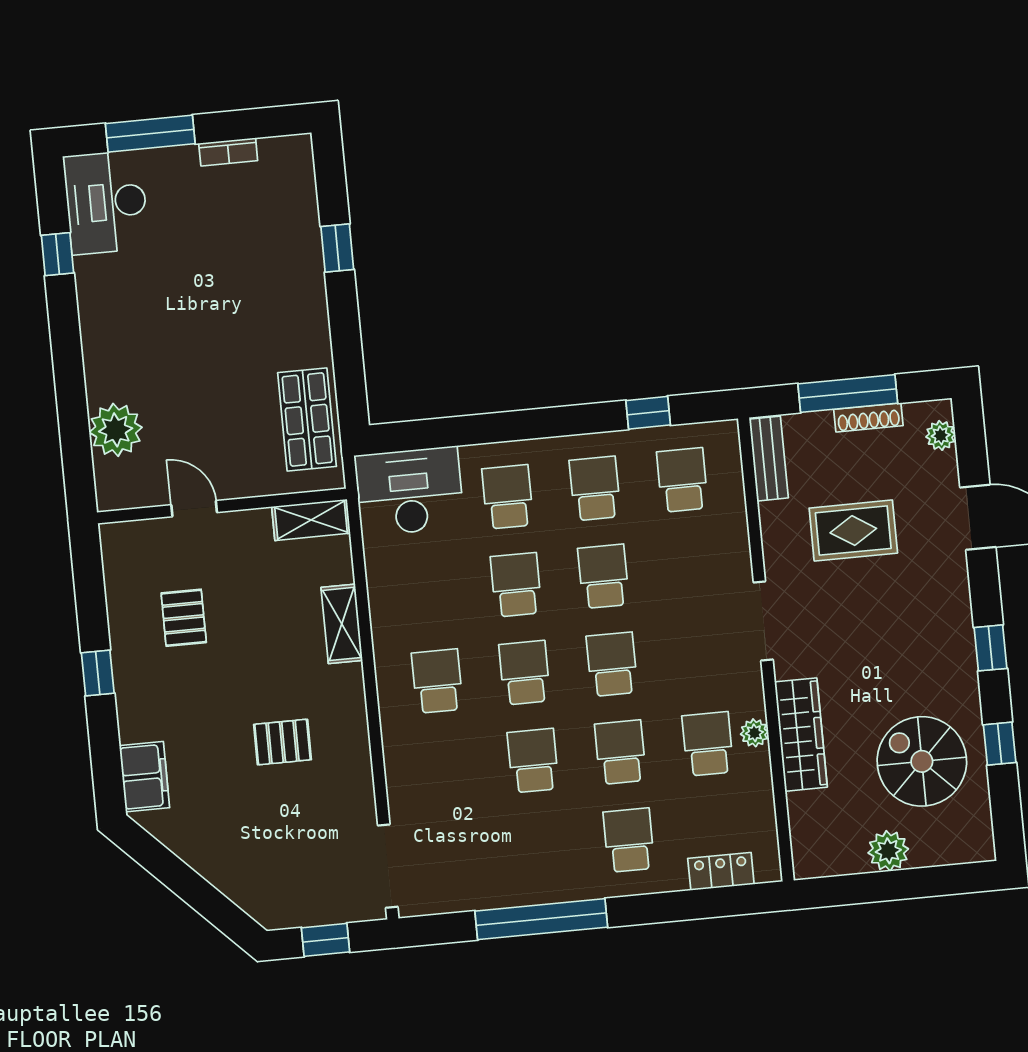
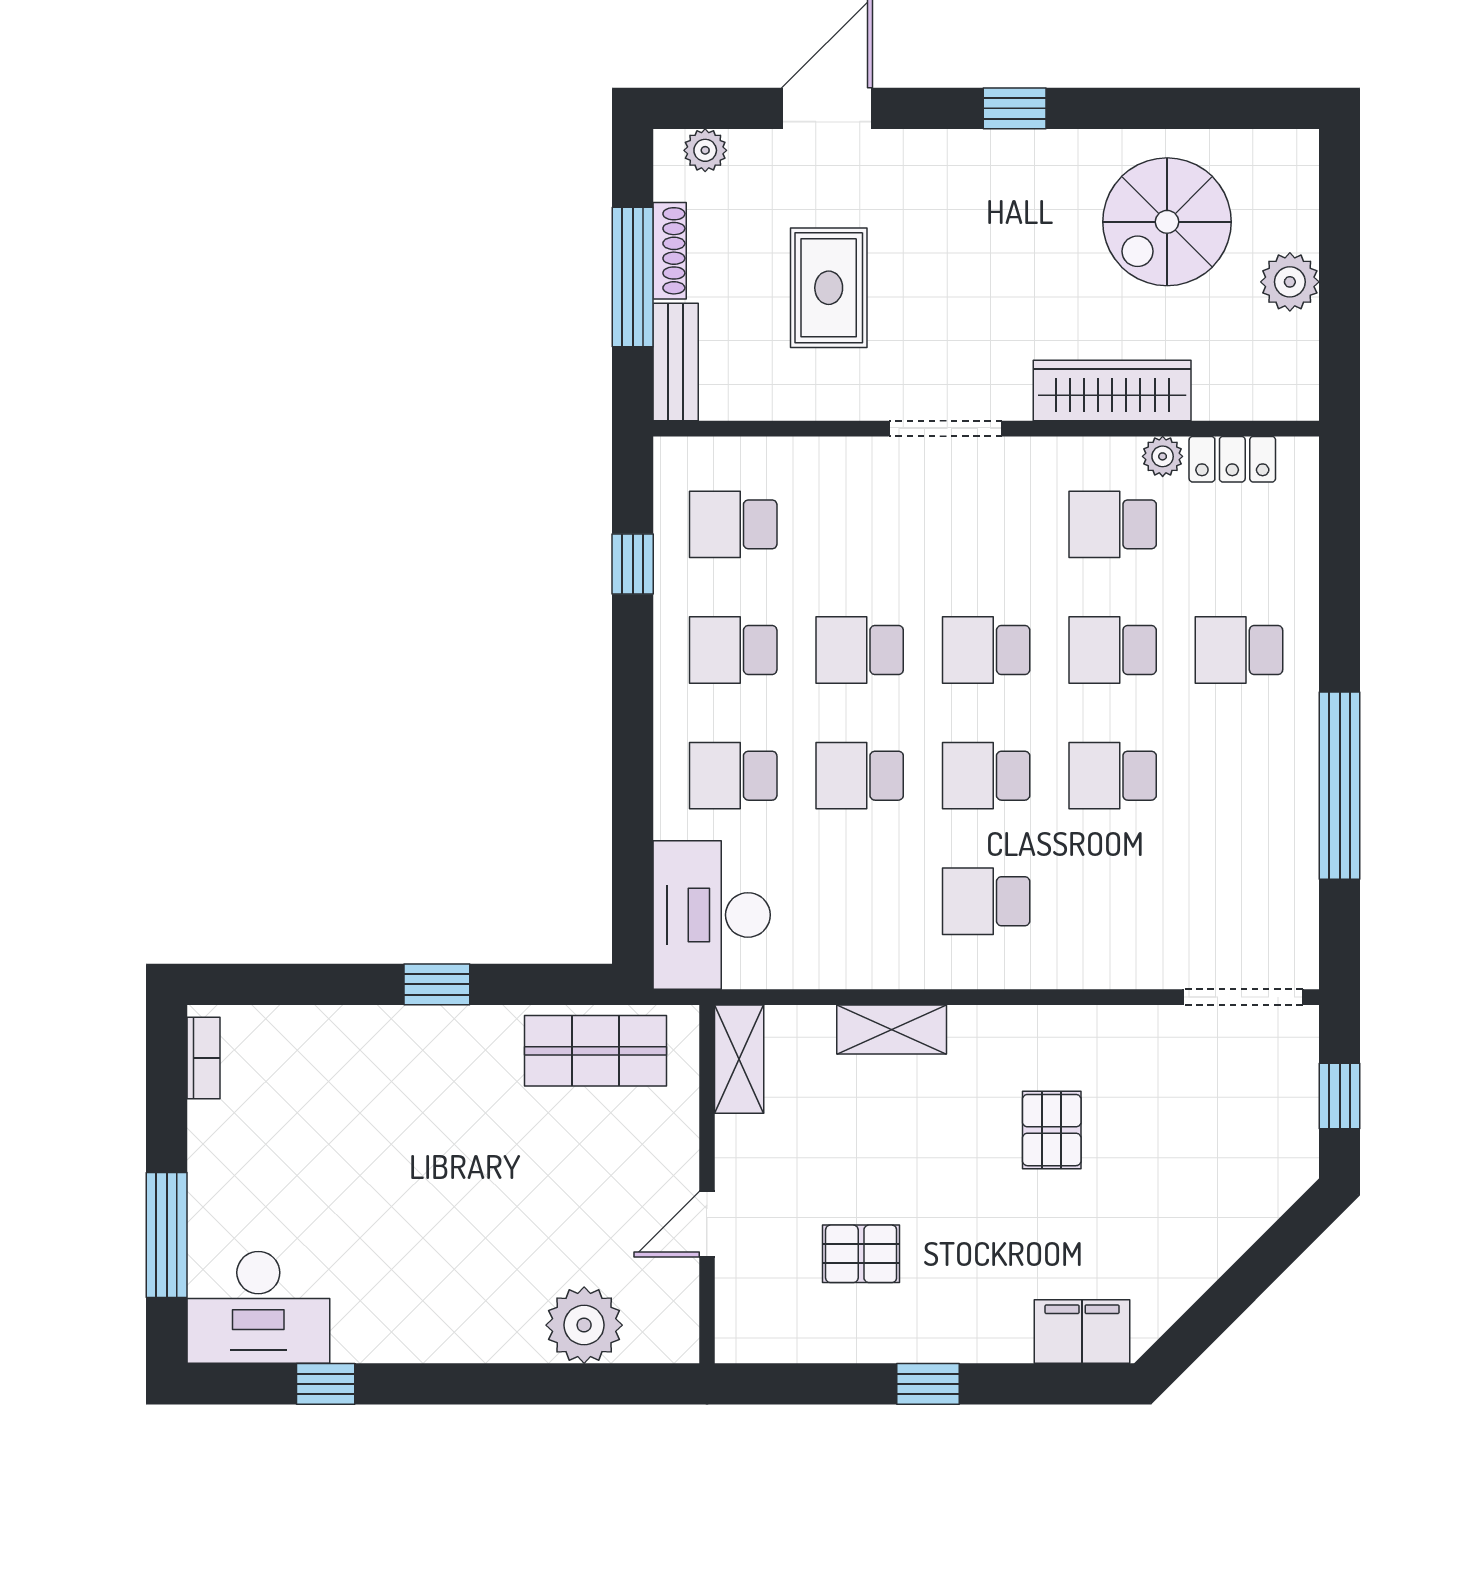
bookcase: (228, 152) -> (203, 1058), moved
window: (337, 248) -> (437, 984), moved
bench: (769, 459) -> (676, 362), moved, turned 90
plant: (754, 733) -> (1163, 456), moved
window: (1000, 744) -> (1152, 108), removed
locker: (721, 871) -> (1232, 459), moved, turned -90

